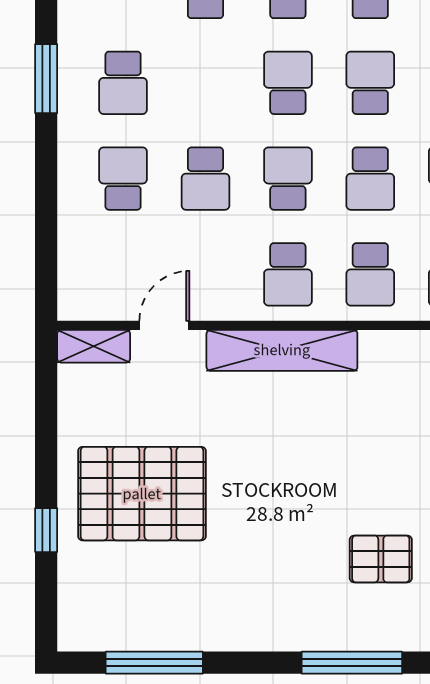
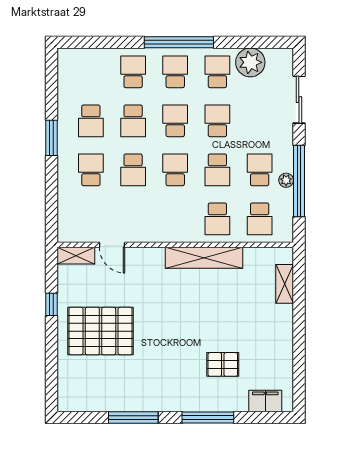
window: (46, 79) -> (52, 138), moved
school desk: (288, 274) -> (133, 121), moved
door: (164, 325) -> (112, 245), swing flipped
shelving: (282, 350) -> (204, 258), moved
window: (46, 530) -> (52, 304), moved
window: (154, 663) -> (133, 418), moved

